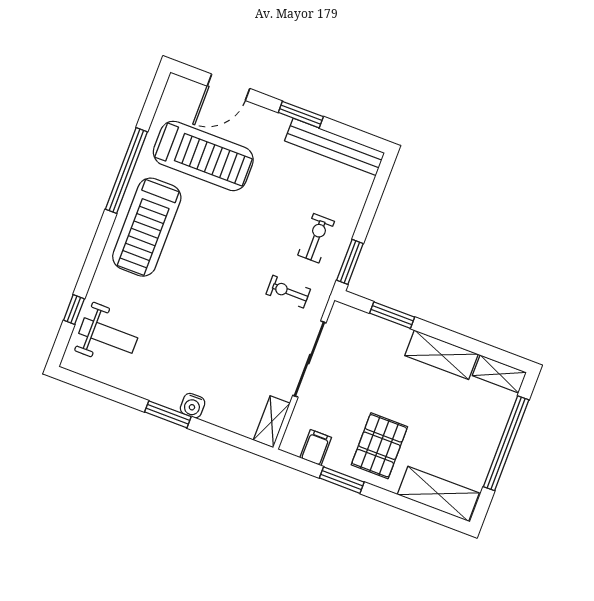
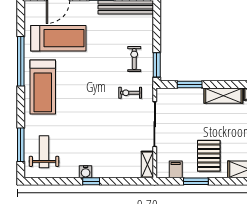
window: (74, 310) -> (21, 145), width x2.17
weight bench: (108, 336) -> (44, 152), turned -90
water cooler: (193, 406) -> (86, 172), moved
window: (168, 414) -> (91, 181), width x0.67

